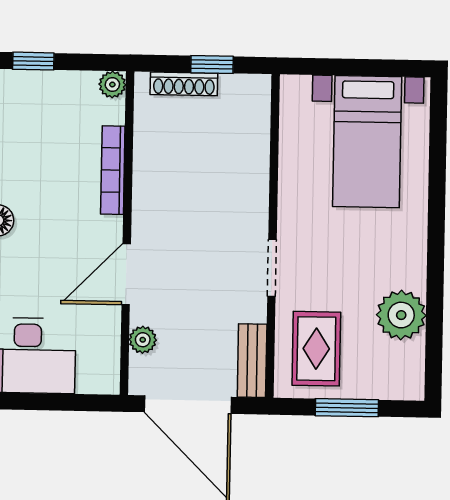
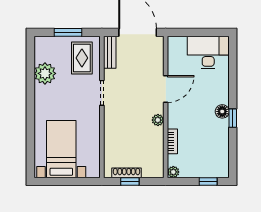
shoe rack: (184, 84) -> (126, 173), moved
bookcase: (113, 170) -> (172, 141), width x0.64
plant: (143, 340) -> (158, 120), moved

